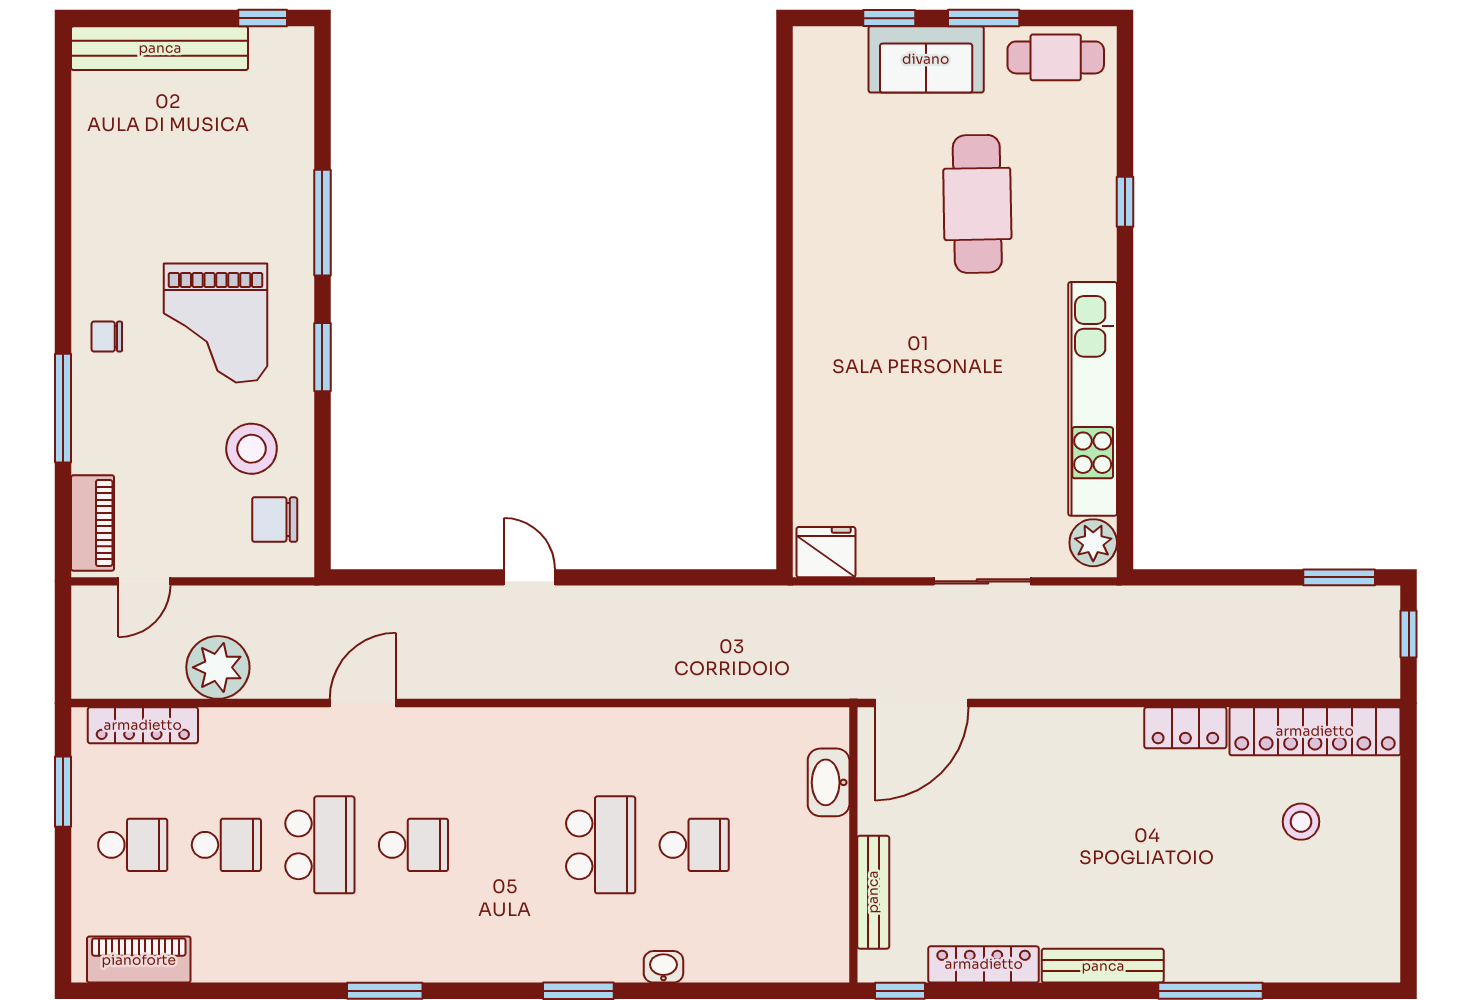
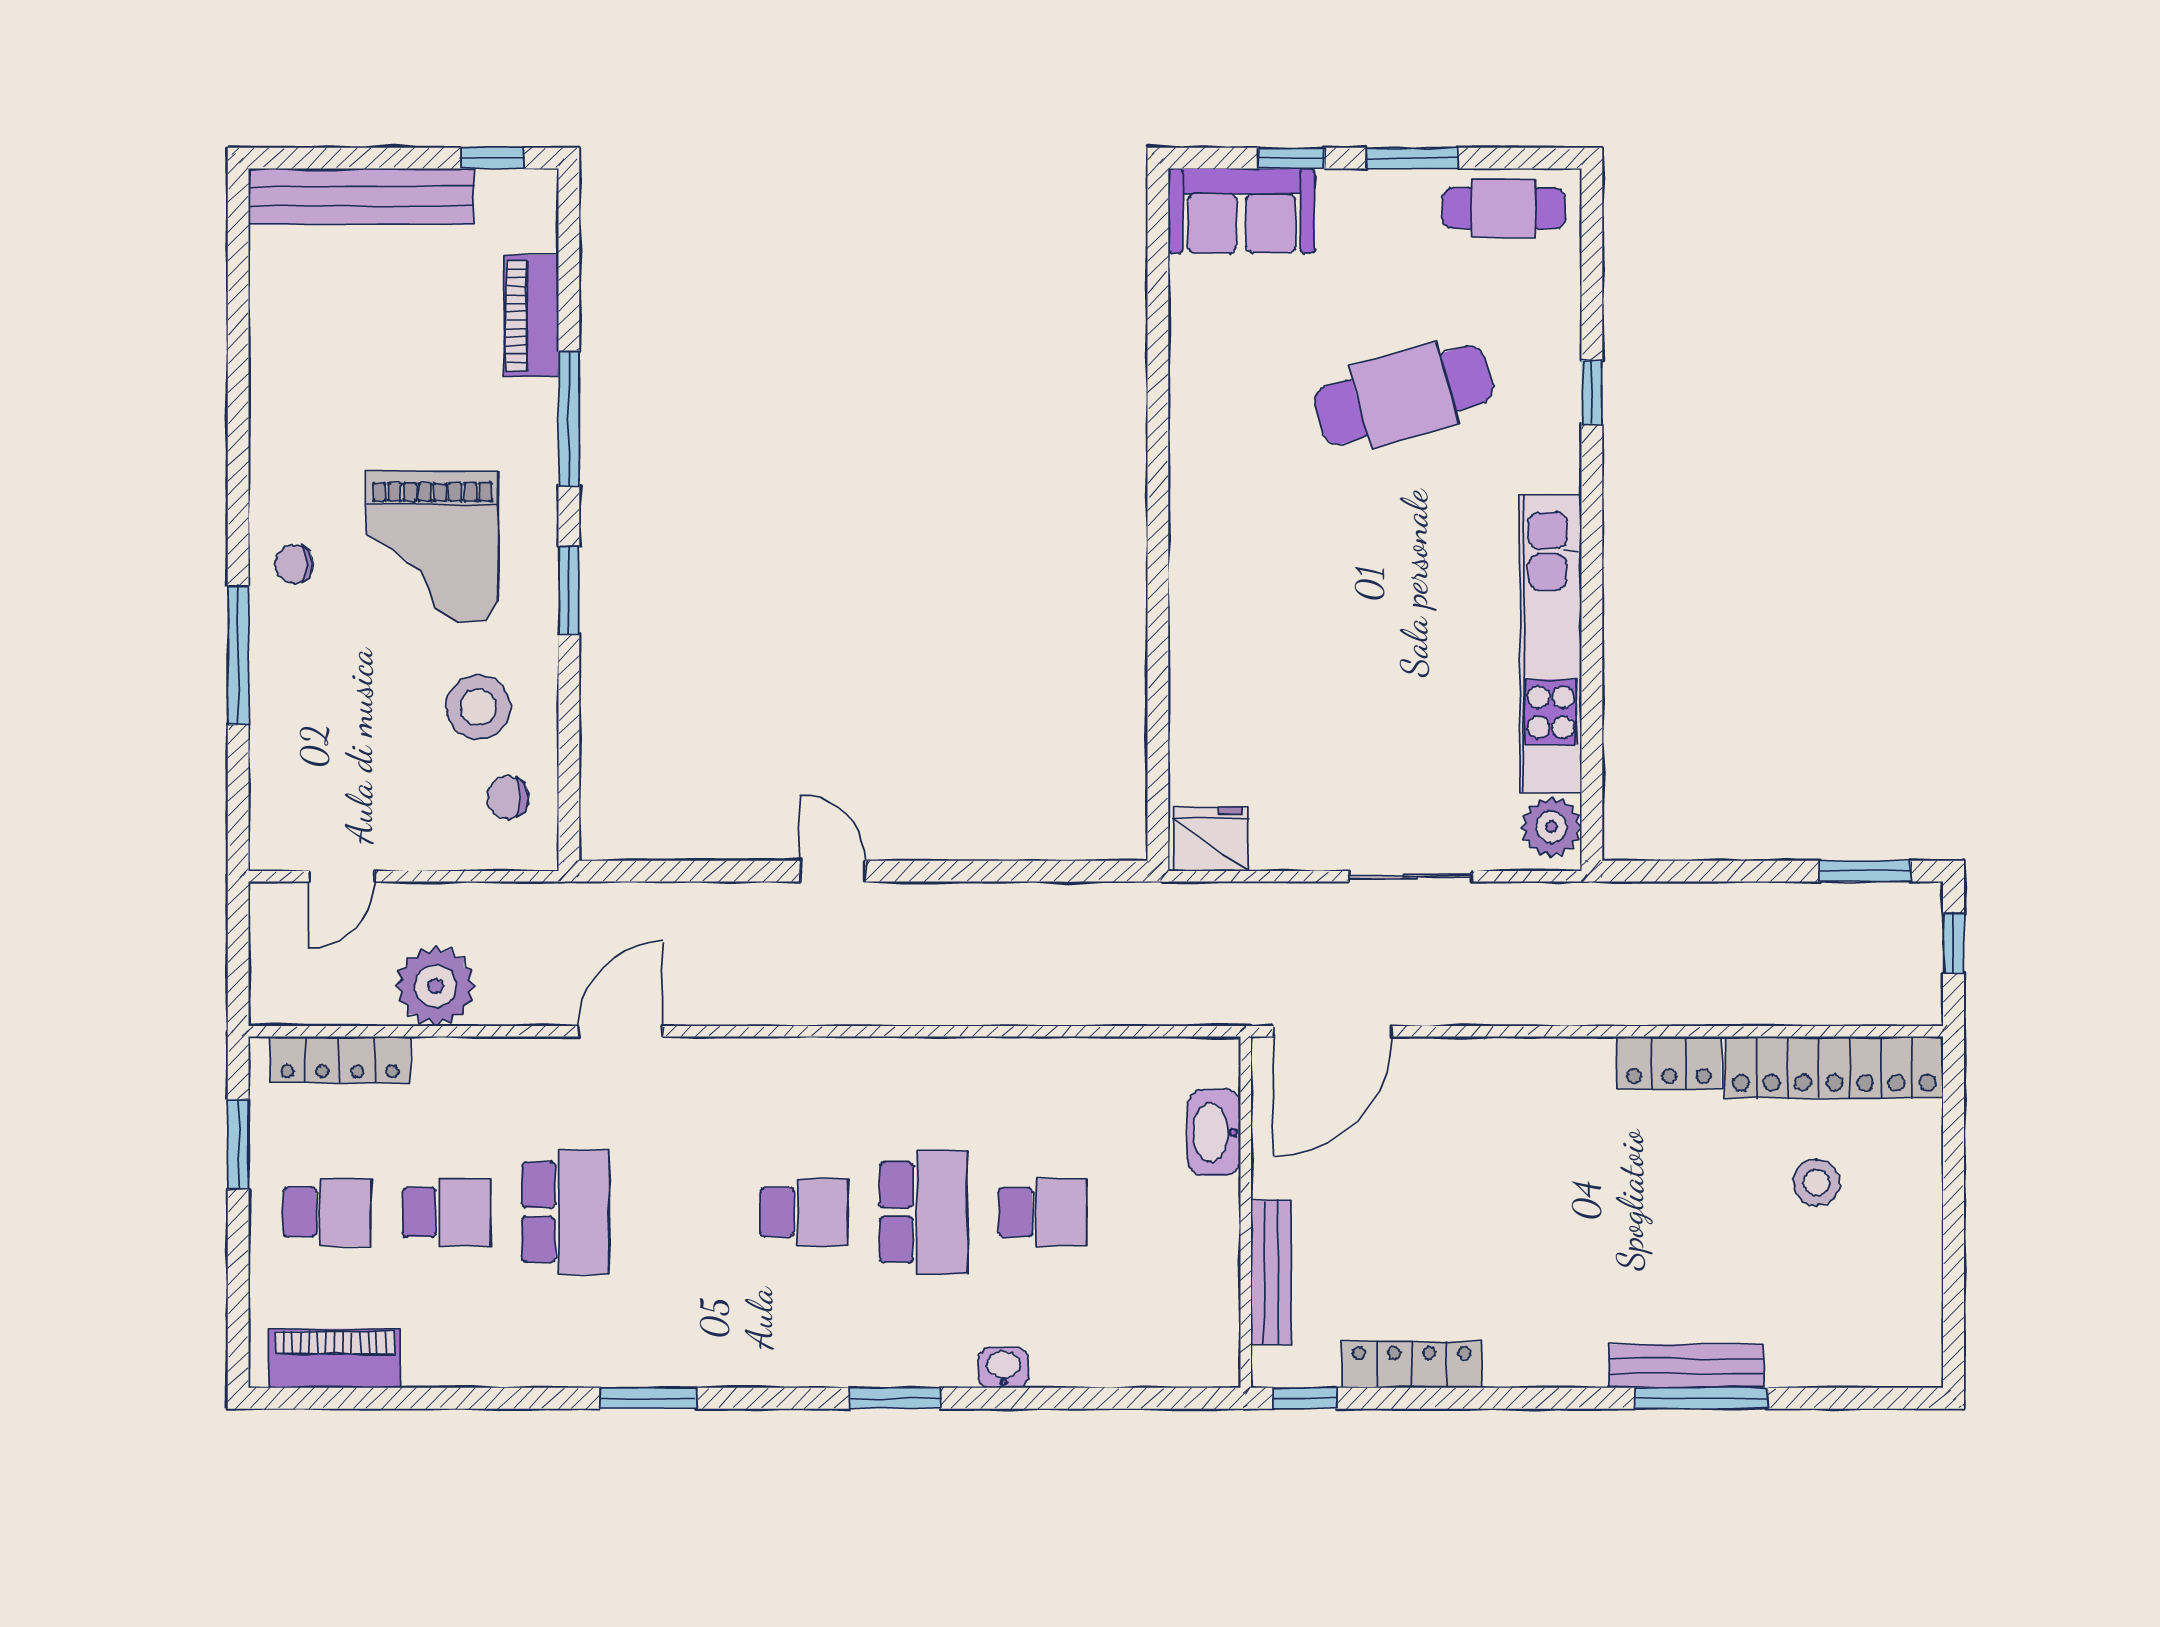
sofa: (926, 59) -> (1241, 211), moved
cafe table: (977, 204) -> (1404, 395), turned 75
chair: (275, 520) -> (508, 797), width x0.73, depth x0.73
piano: (93, 523) -> (531, 316), moved, turned 180
school desk: (413, 845) -> (804, 1212), moved
bench: (1103, 966) -> (1686, 1366), moved

